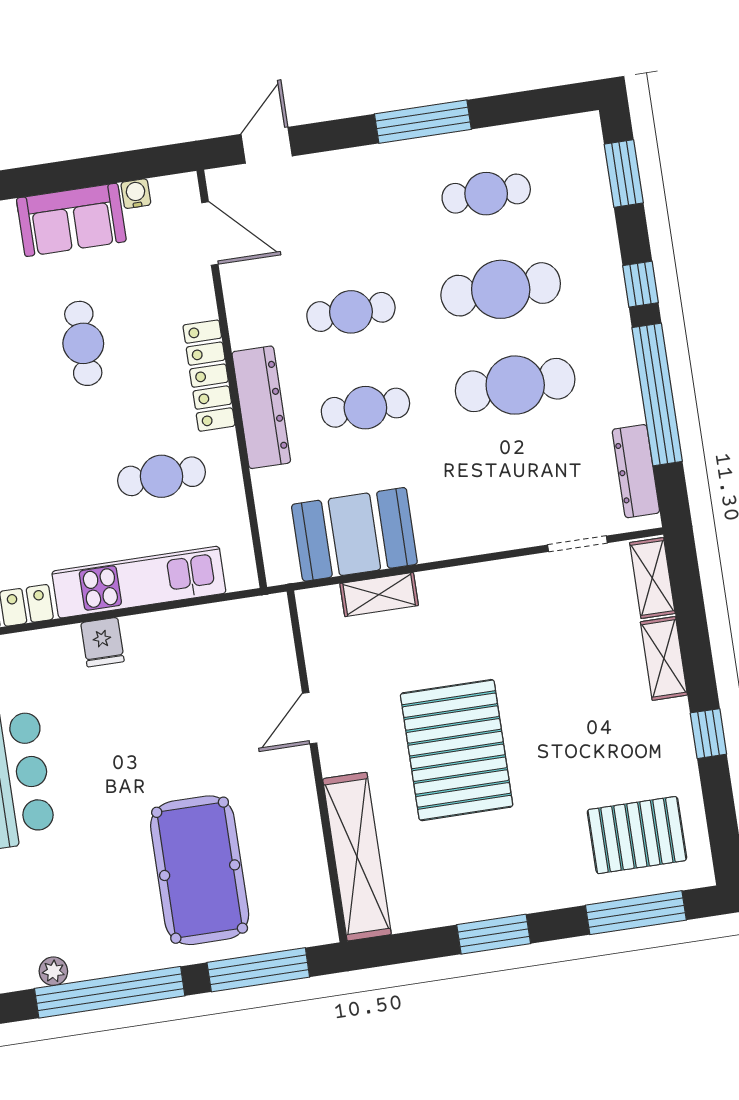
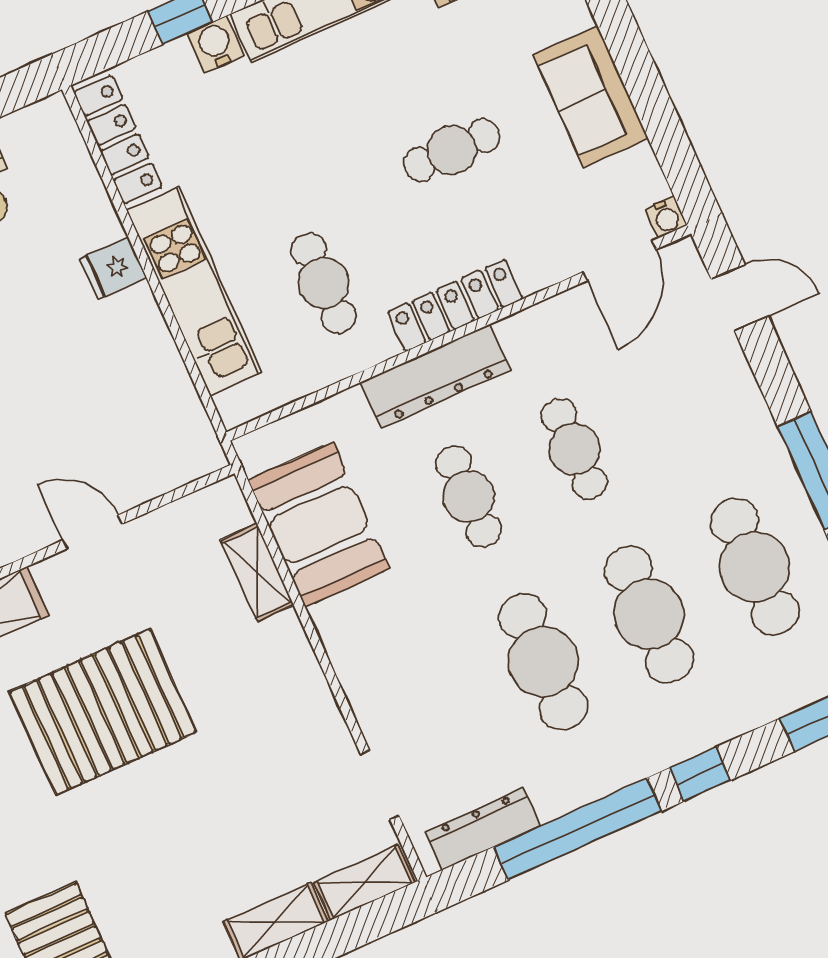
water cooler: (136, 194) -> (666, 217), moved, turned 90
cafe table: (486, 194) -> (755, 567), width x1.37, depth x1.35

